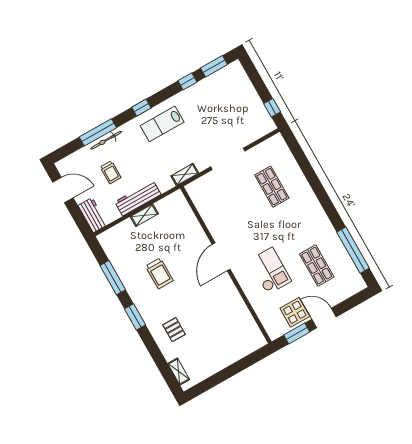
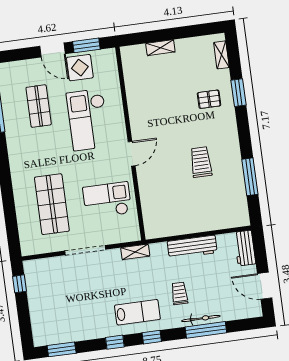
window: (187, 81) -> (115, 342), moved
trolley: (111, 172) -> (179, 293), moved
shop shelf: (272, 187) -> (52, 204), width x1.43, depth x1.36
checkout: (226, 209) -> (107, 200), added
shelving: (144, 215) -> (160, 48), moved
door: (221, 257) -> (132, 154), width x0.73
checkout: (270, 271) -> (88, 120), width x1.36, depth x1.21
window: (135, 317) -> (239, 93), moved
pallet: (174, 330) -> (209, 99), turned 90

